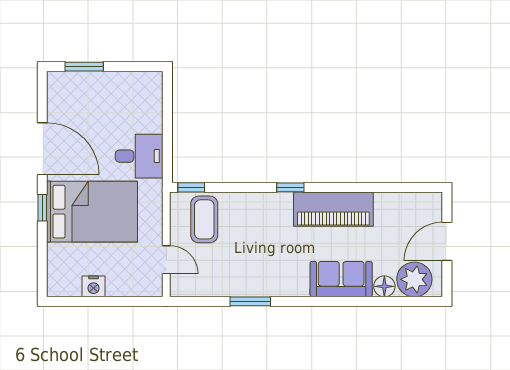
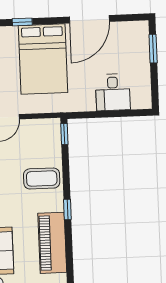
desk: (139, 156) -> (113, 92), moved
window: (42, 208) -> (22, 22), moved
coffee table: (204, 219) -> (42, 178), moved

